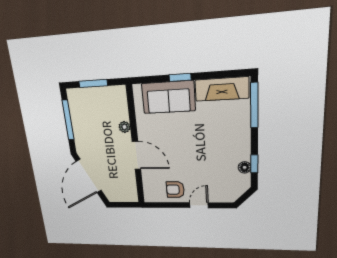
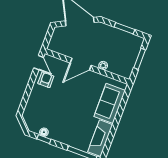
window: (180, 77) -> (118, 116), removed
window: (68, 120) -> (124, 28), width x0.69
door: (199, 205) -> (39, 63), moved

